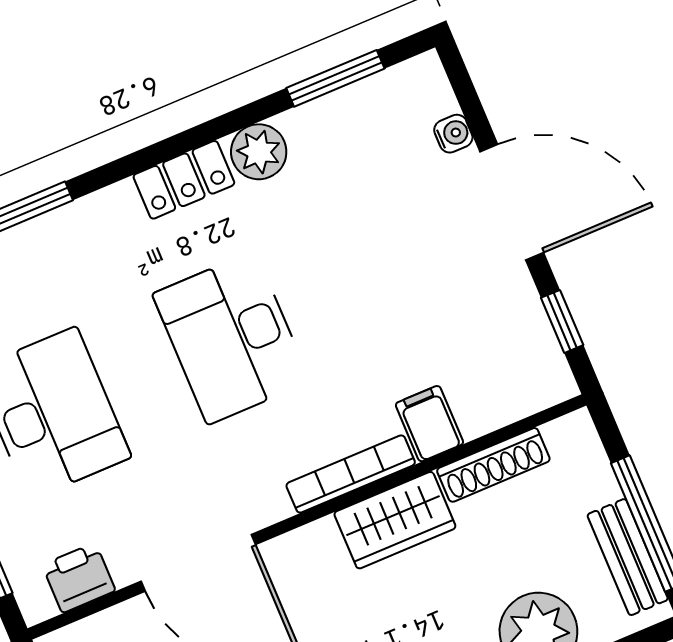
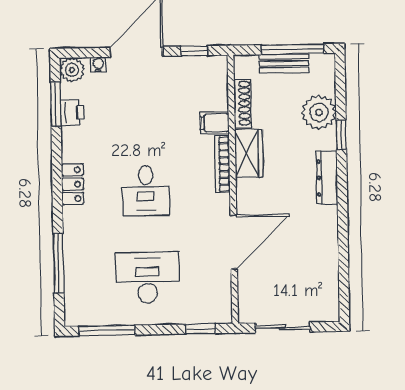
plant: (259, 152) -> (72, 70), moved
desk: (231, 338) -> (146, 191), width x0.73
bench: (628, 557) -> (284, 63), moved
printer: (79, 578) -> (72, 112), moved, turned 180

